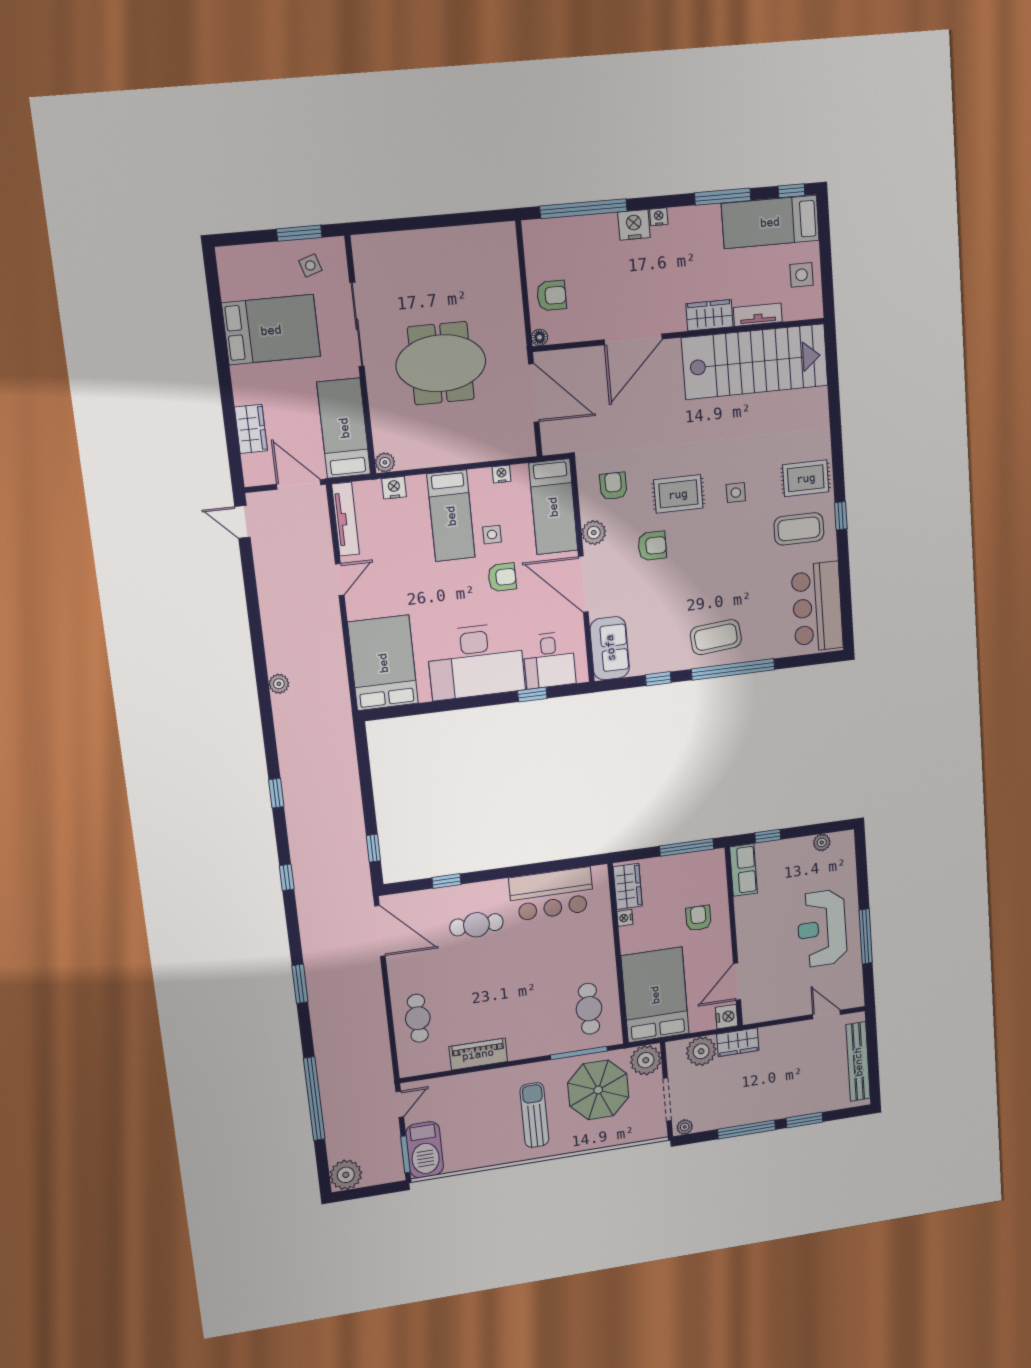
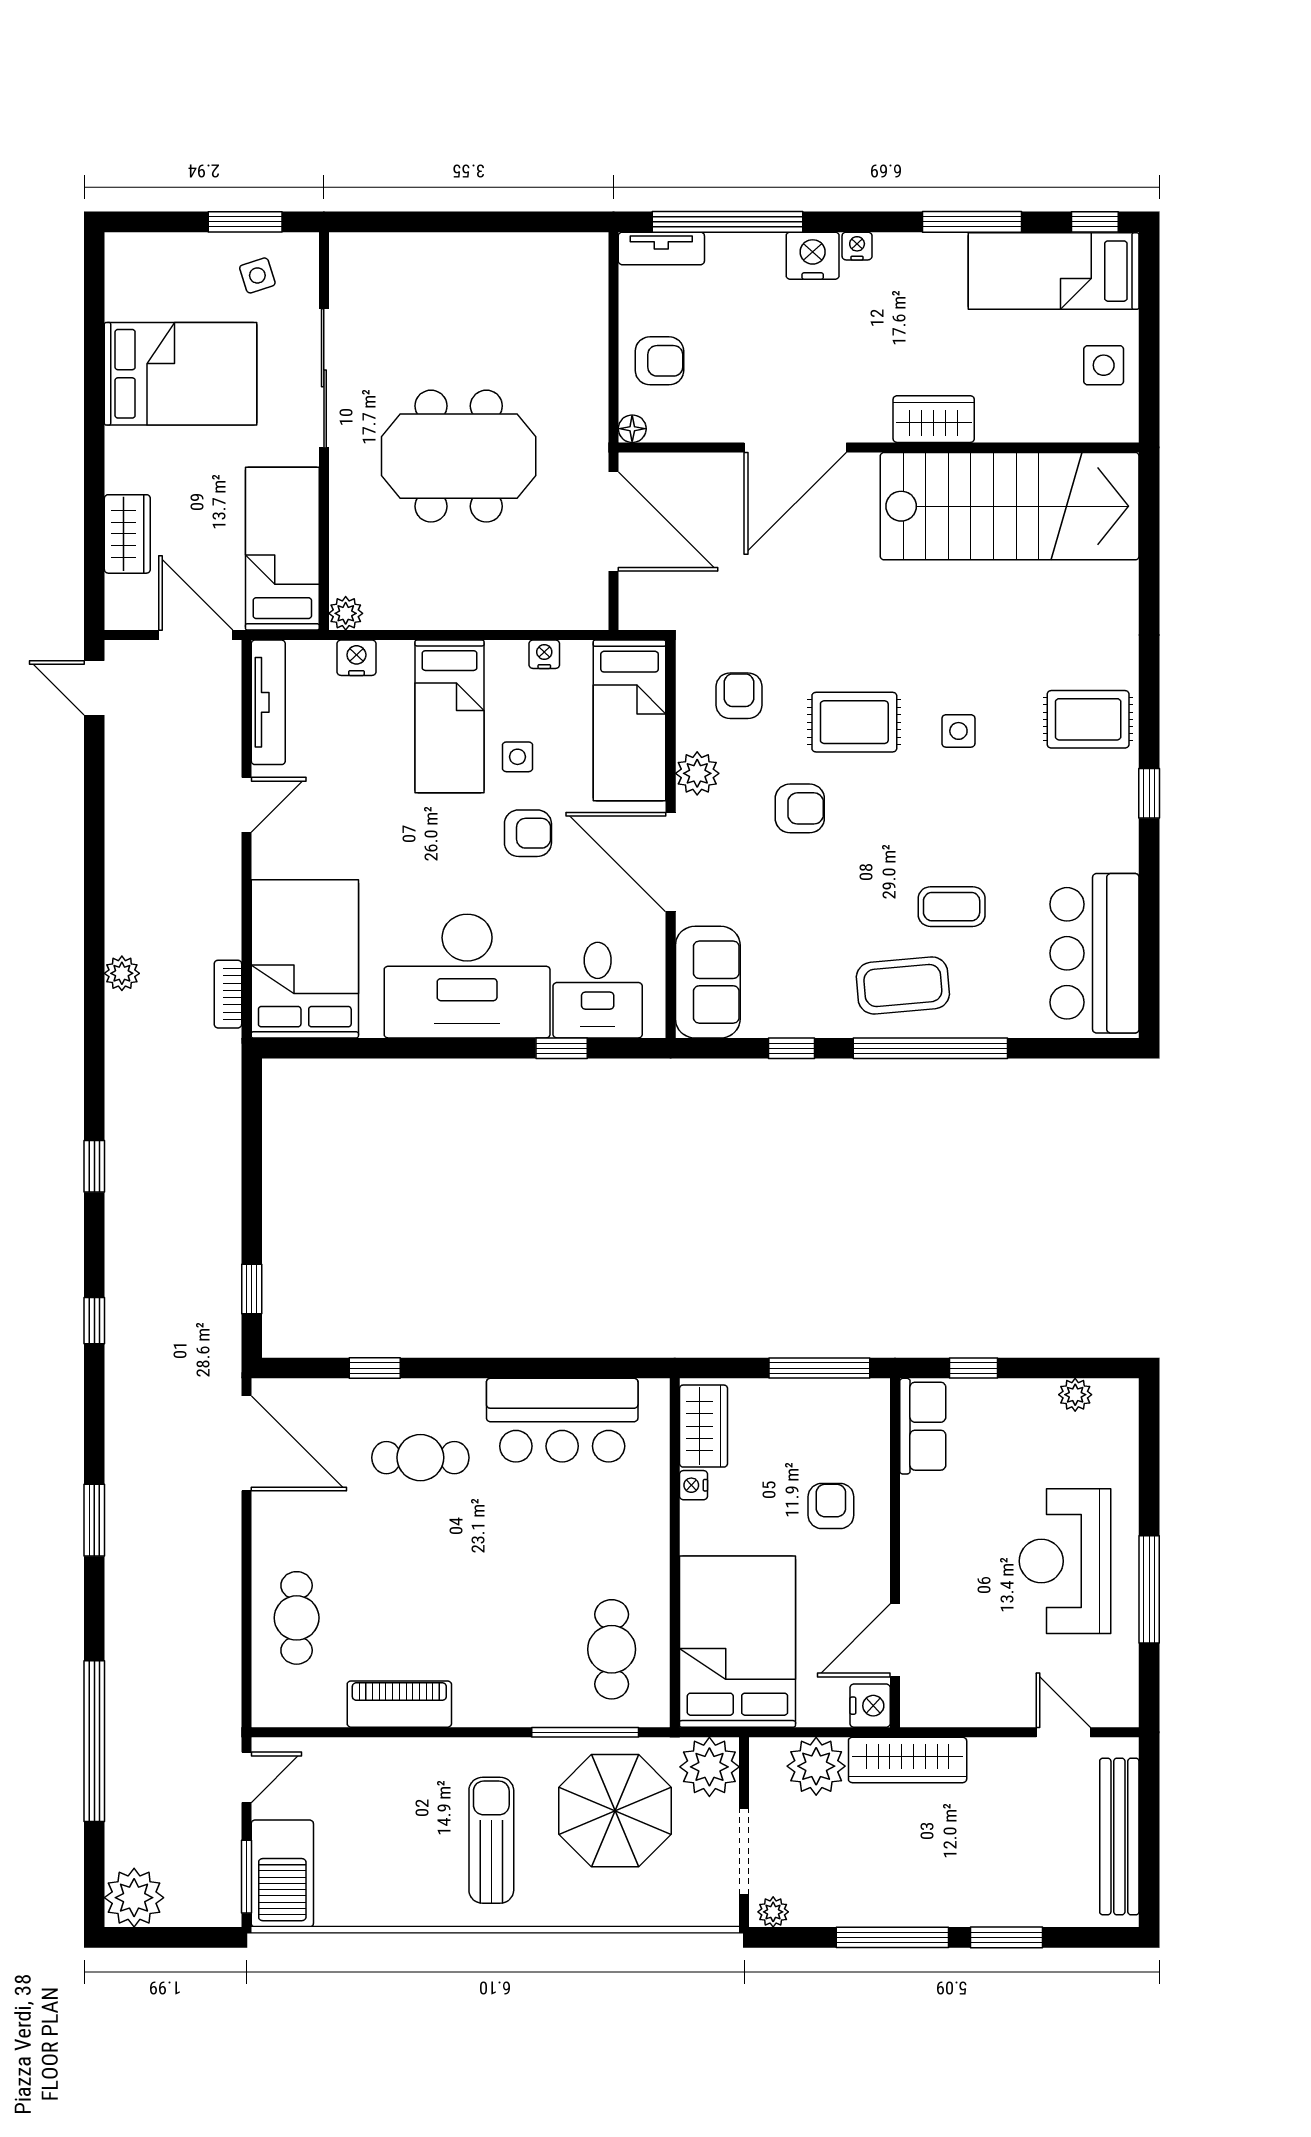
tv unit: (758, 315) -> (661, 248), moved, turned 180
coffee table: (799, 529) -> (952, 907), moved, width x0.73, depth x0.77
bookcase: (341, 688) -> (228, 994), added
wardrobe: (738, 1042) -> (908, 1760), width x1.50

